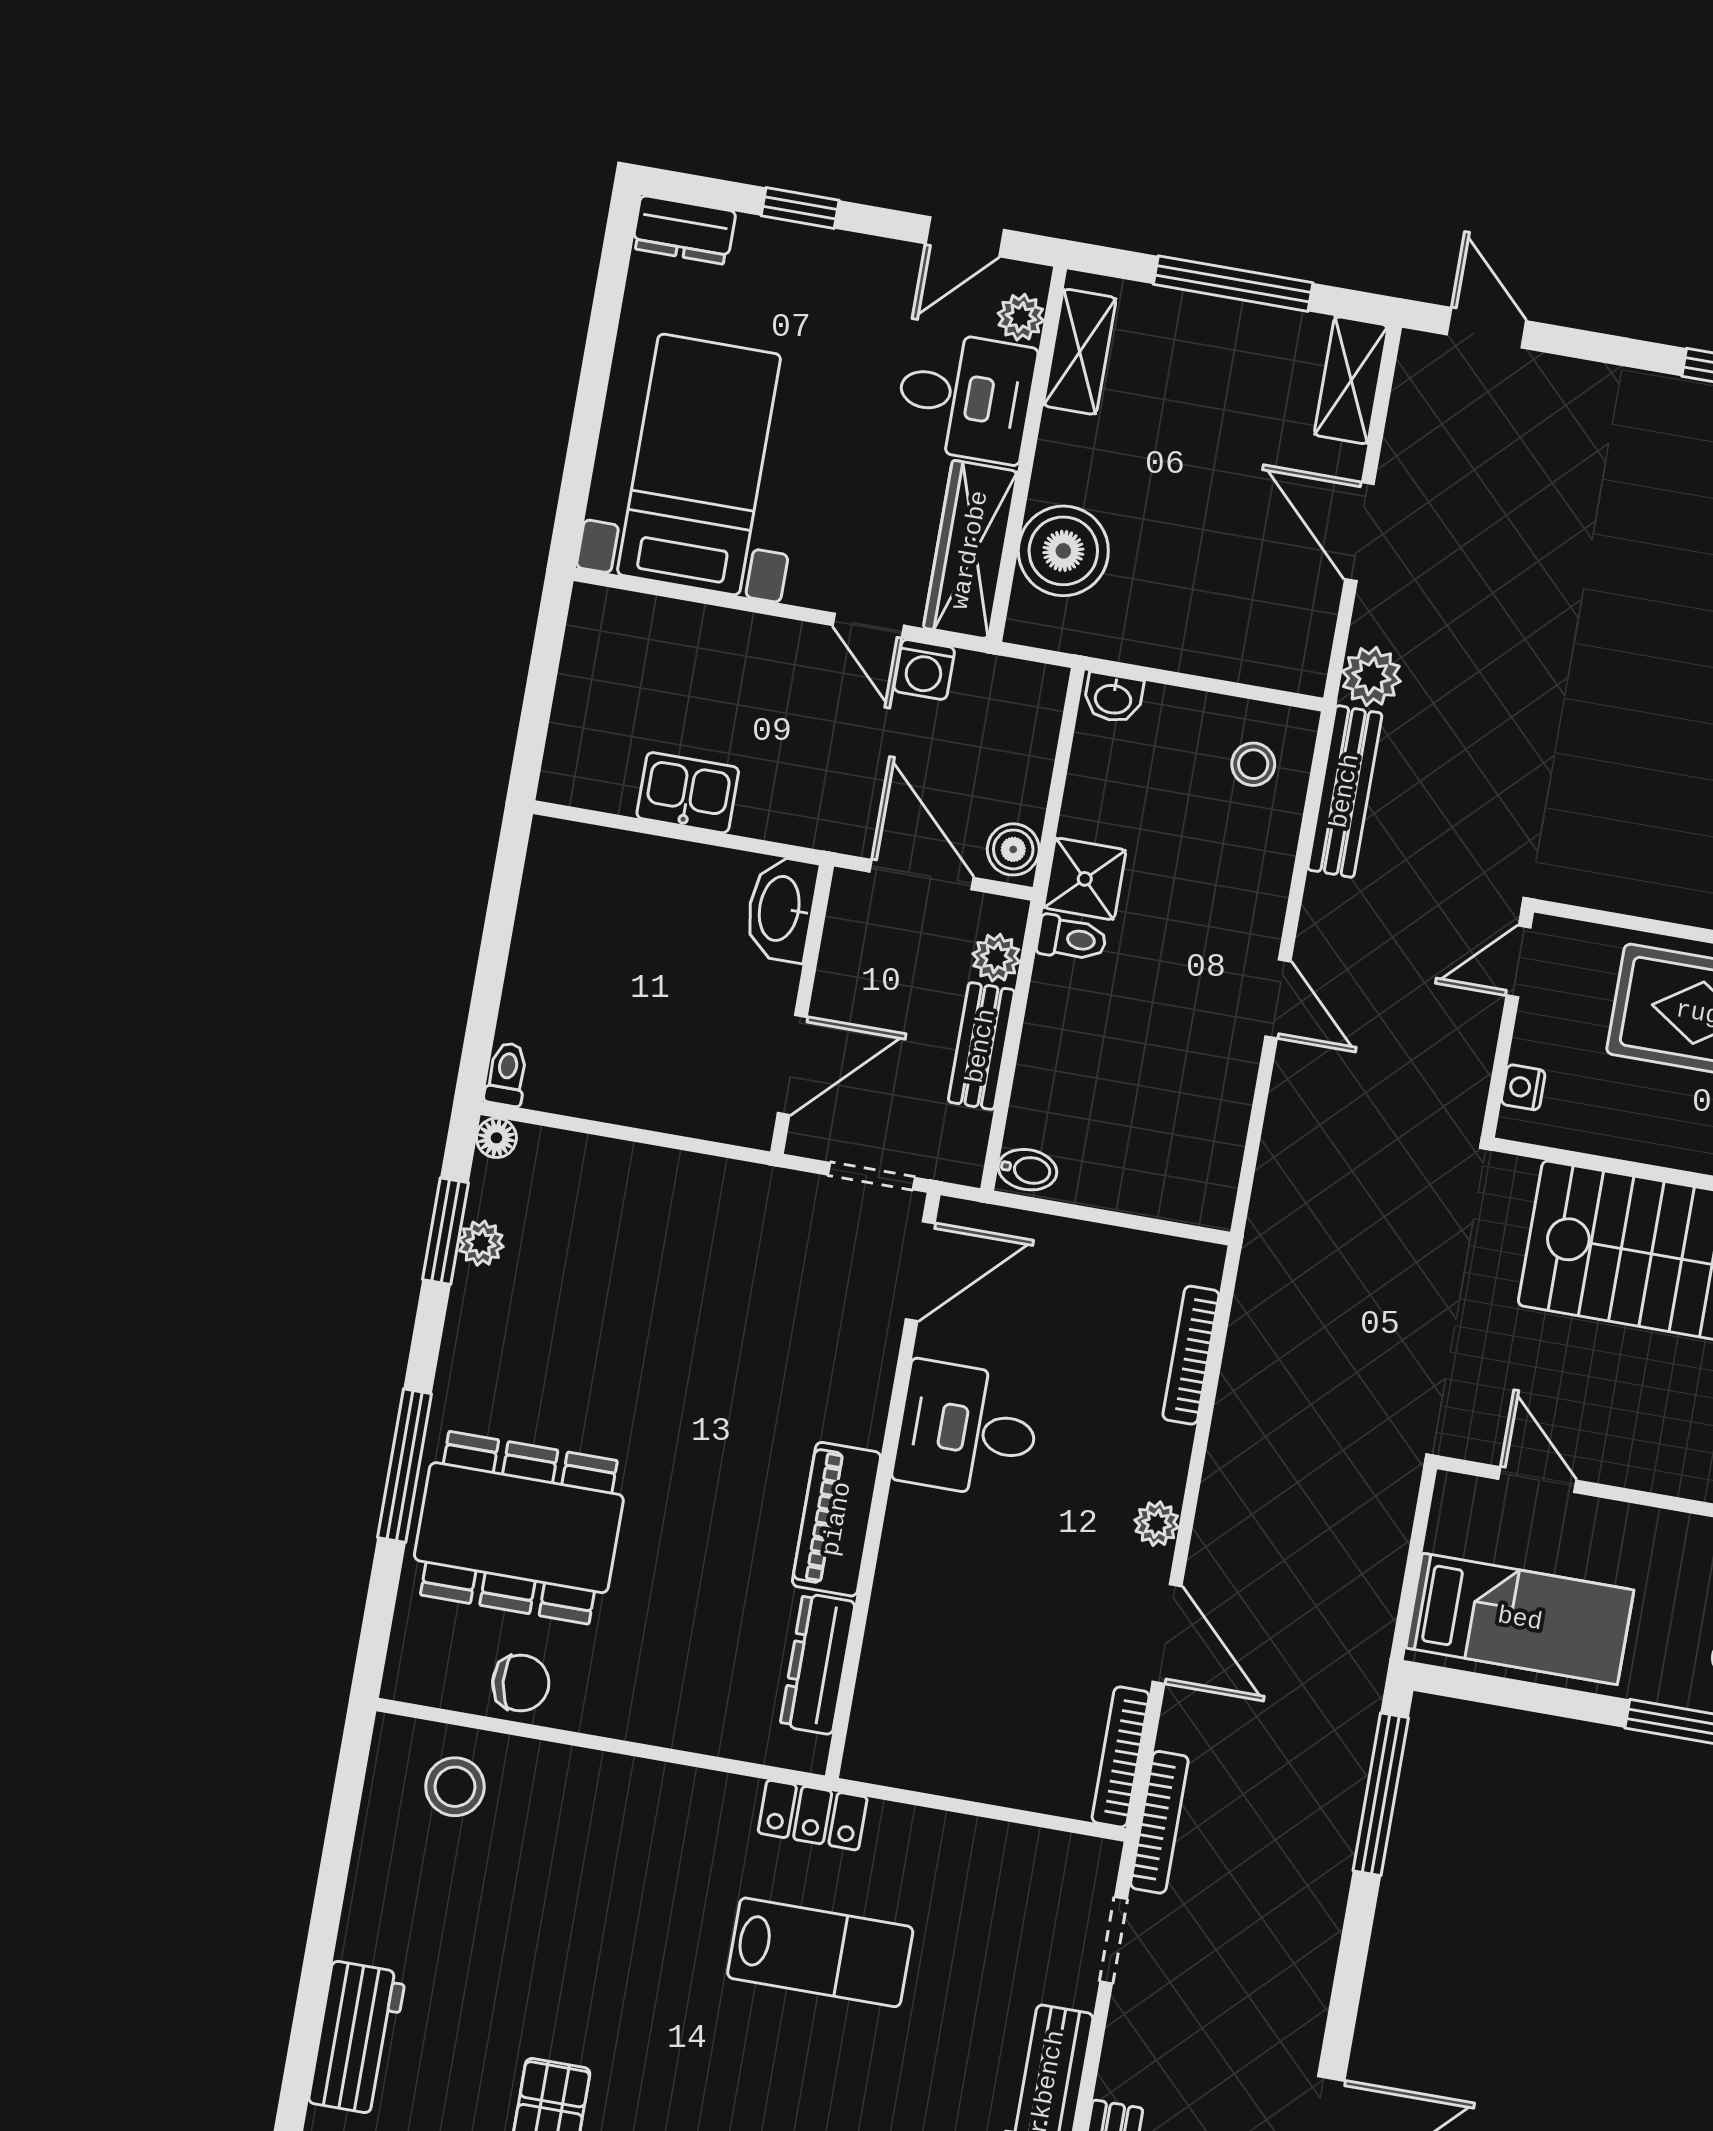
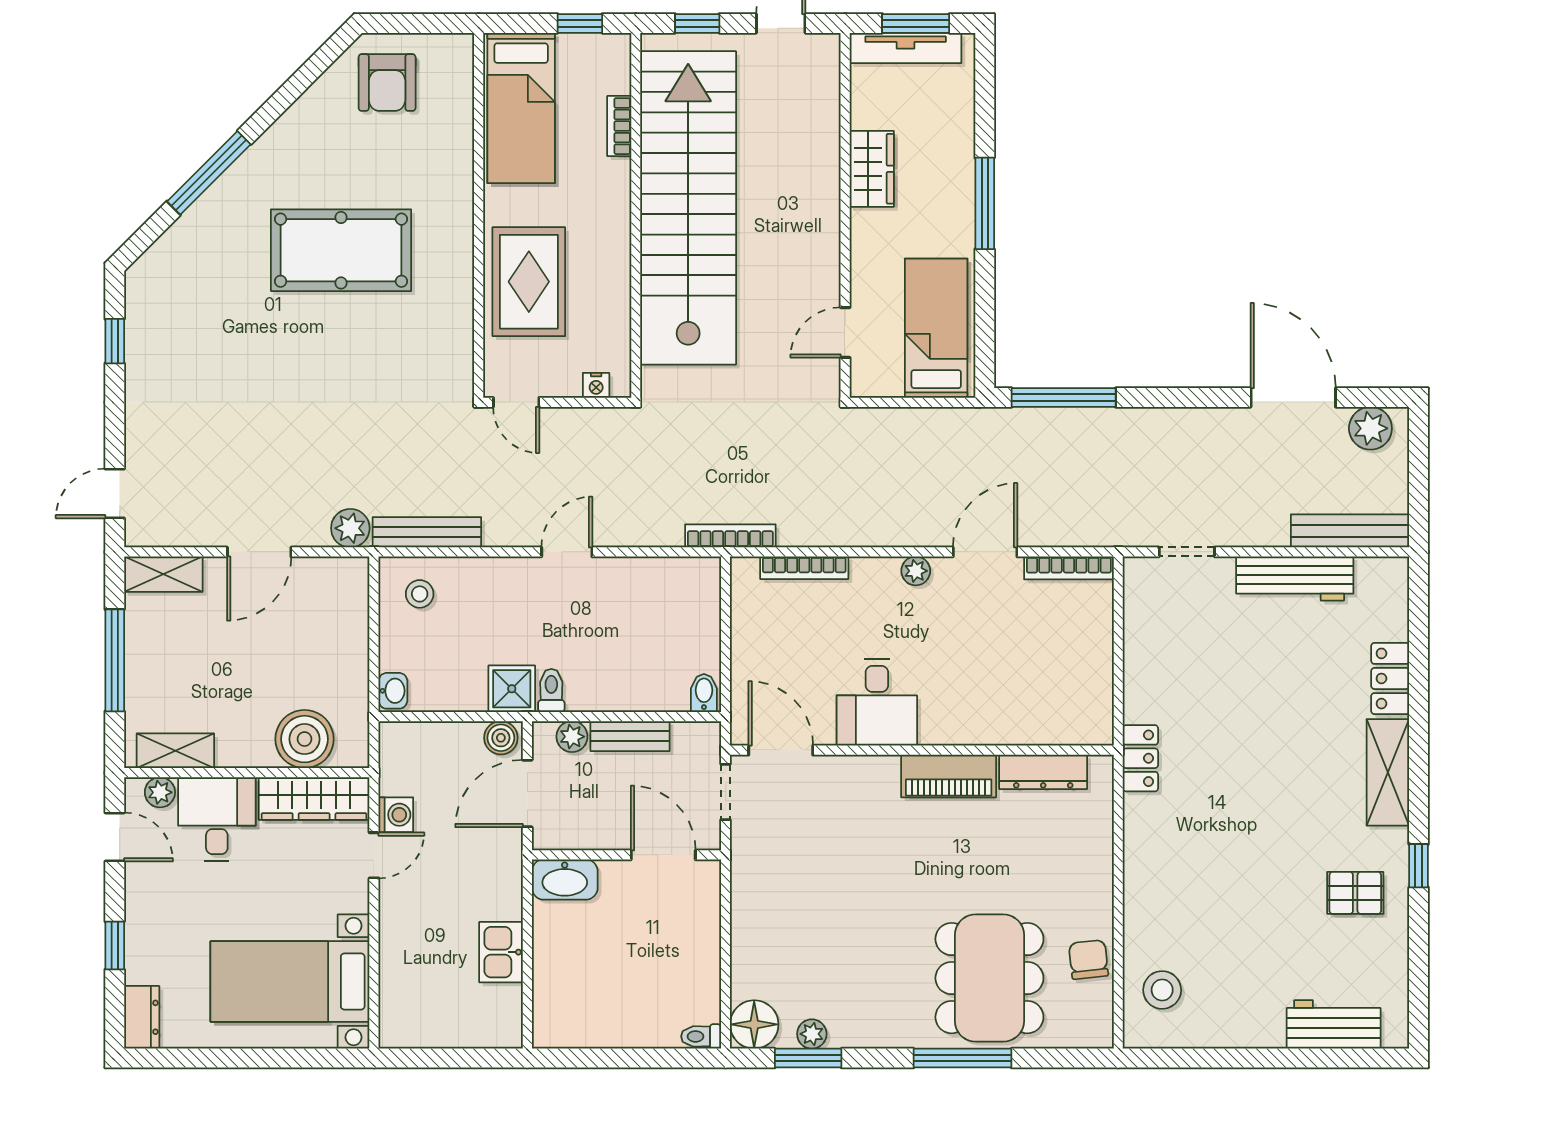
floor lamp: (496, 1138) -> (754, 1024), width x1.89, depth x1.89
bookcase: (1159, 1822) -> (730, 536), moved
lab bench: (820, 1952) -> (1227, 738), removed

